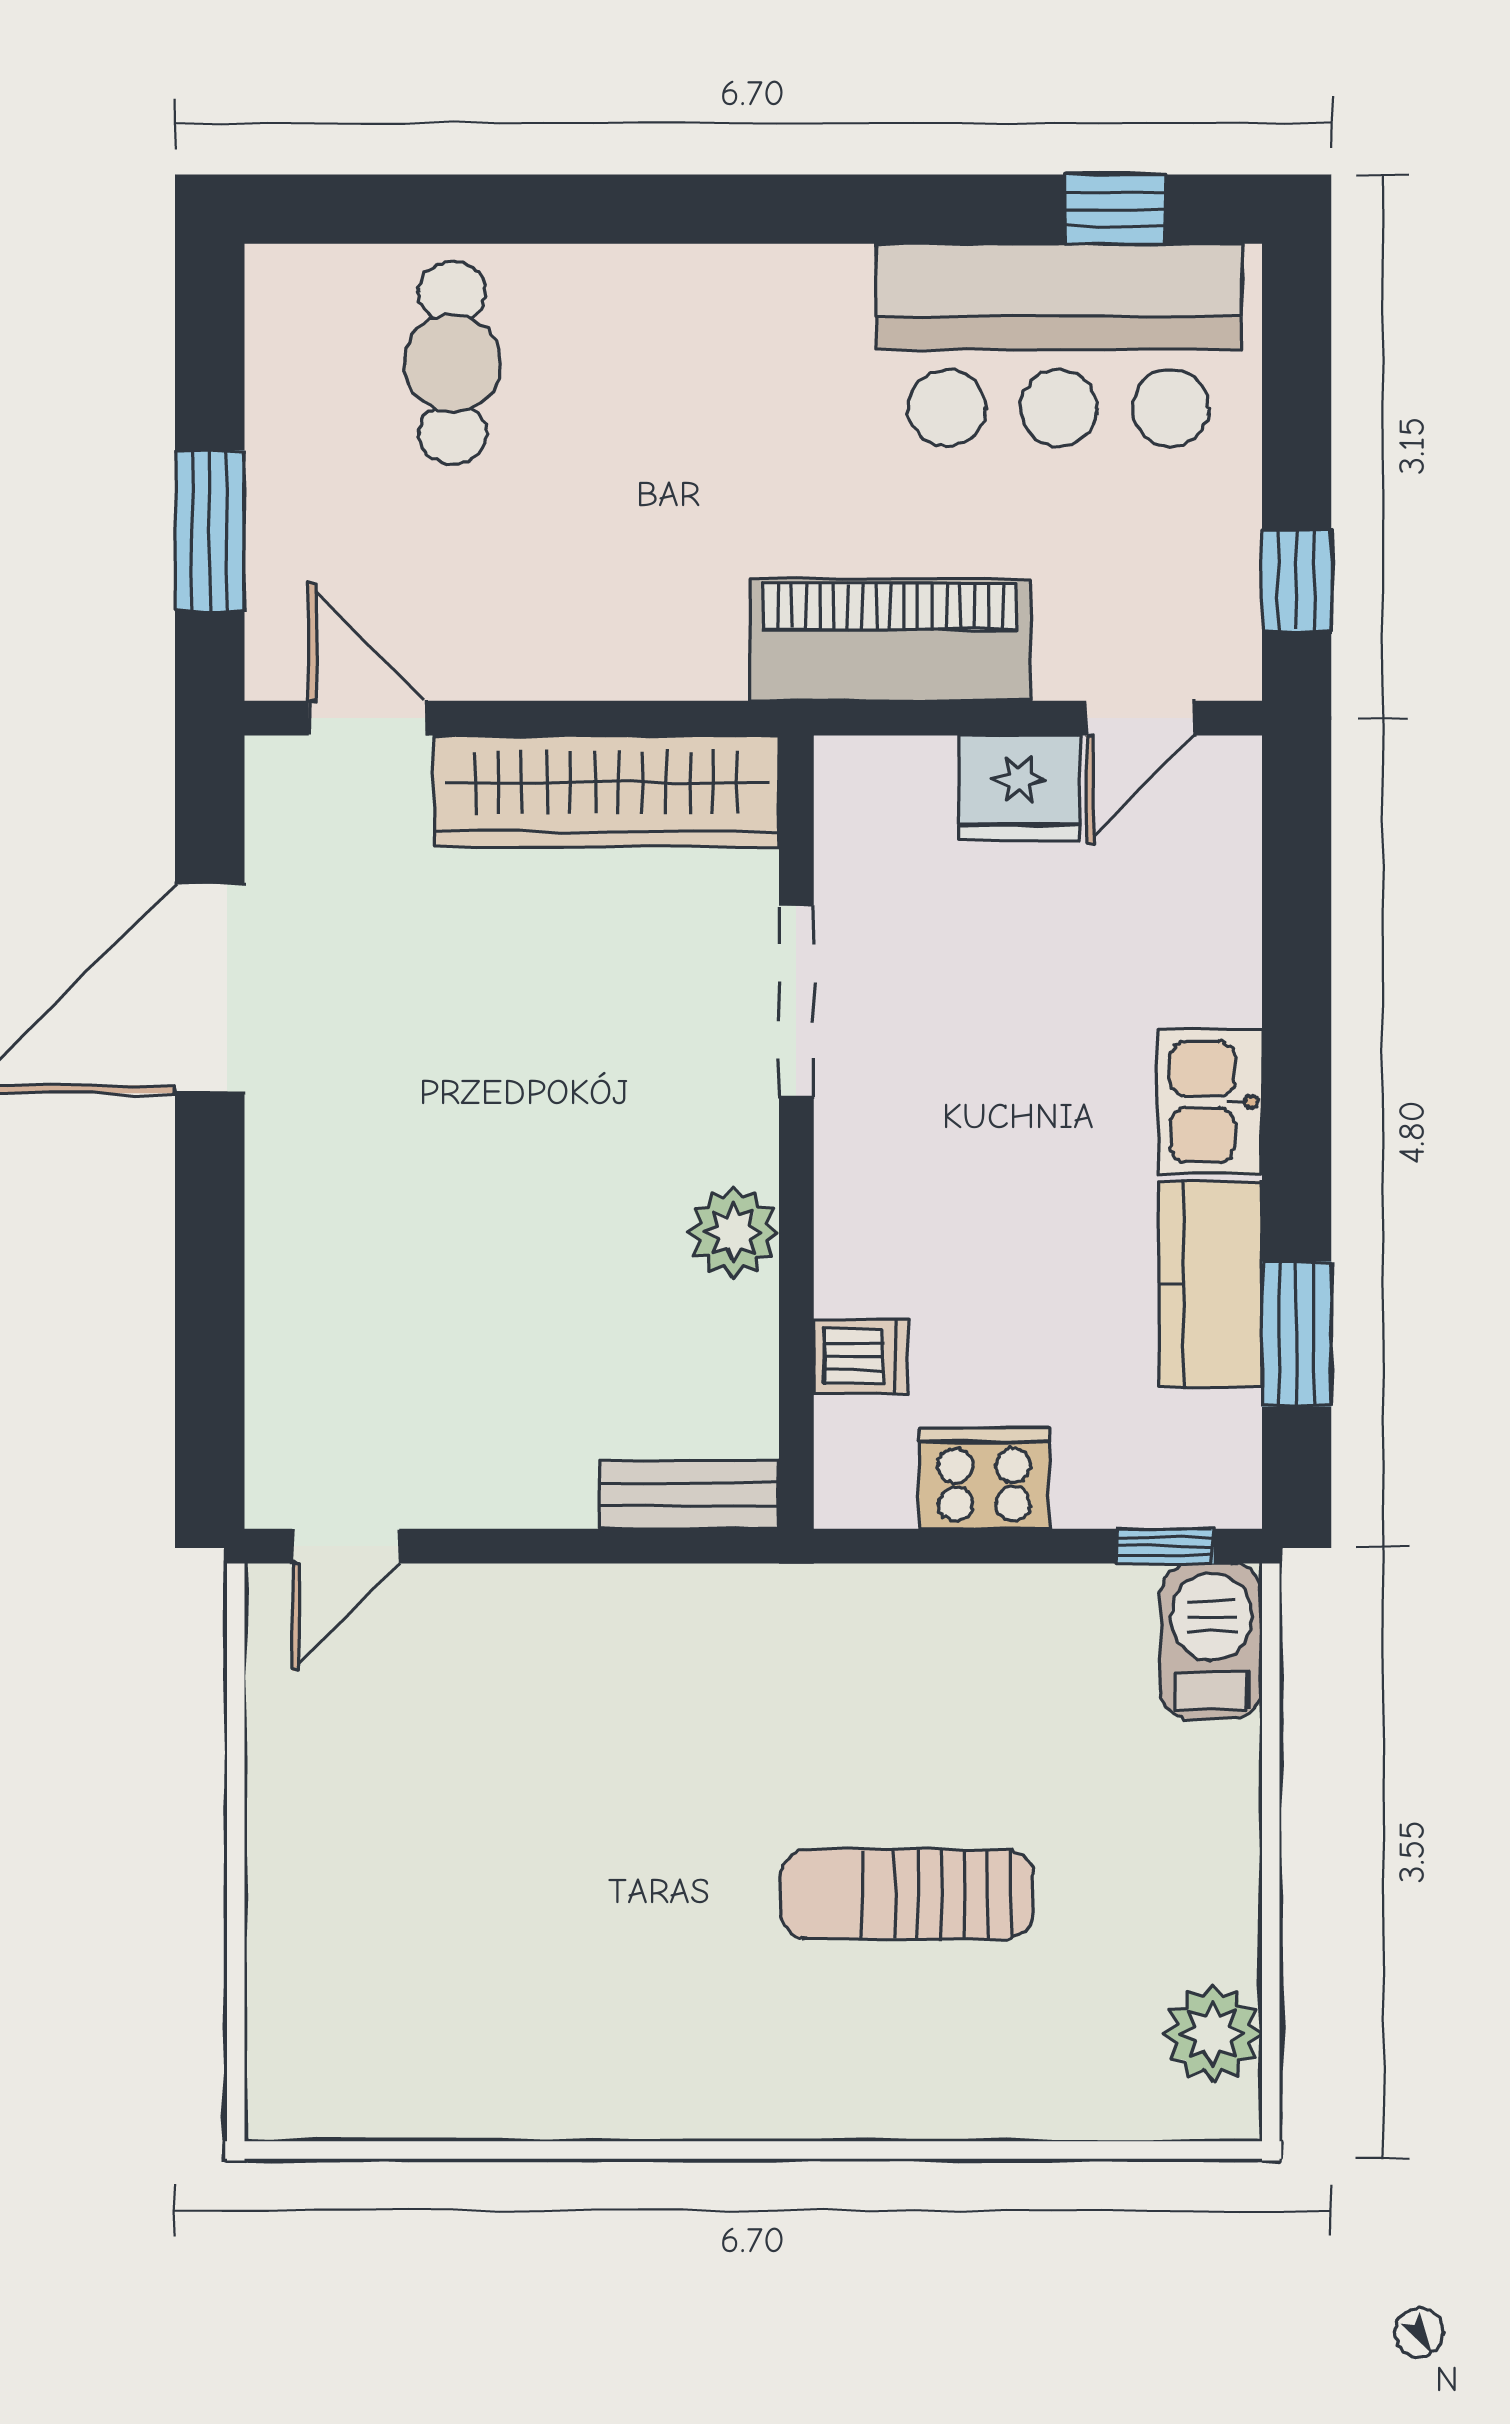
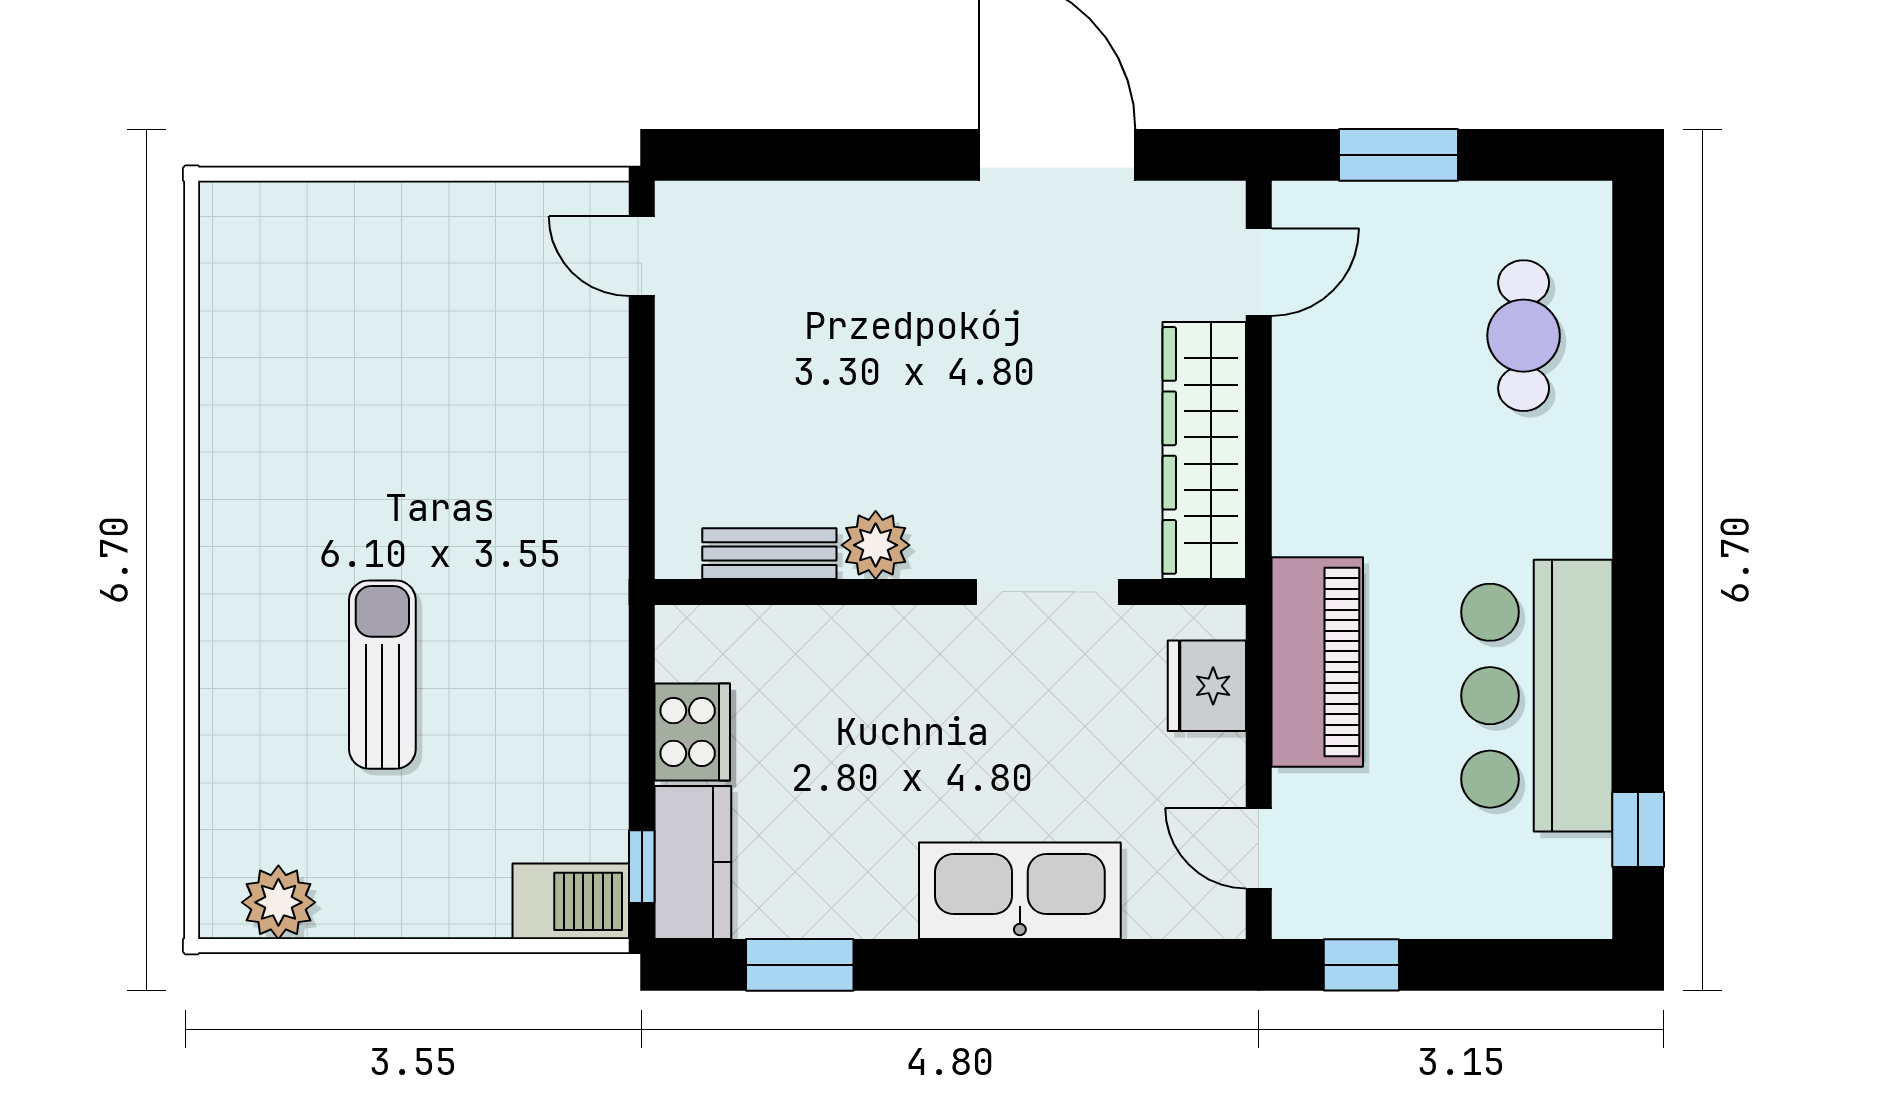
bar counter: (1059, 345) -> (1537, 696), moved
cafe table: (452, 363) -> (1524, 336), turned 90
fridge: (1019, 788) -> (1207, 686), moved
kitchen sink: (1210, 1102) -> (1020, 891), width x1.88, depth x1.24
kitchen counter: (1211, 1284) -> (693, 862), moved, turned 90
dishwasher: (861, 1356) -> (783, 640), removed
bench: (689, 1495) -> (769, 554), moved, turned 90

